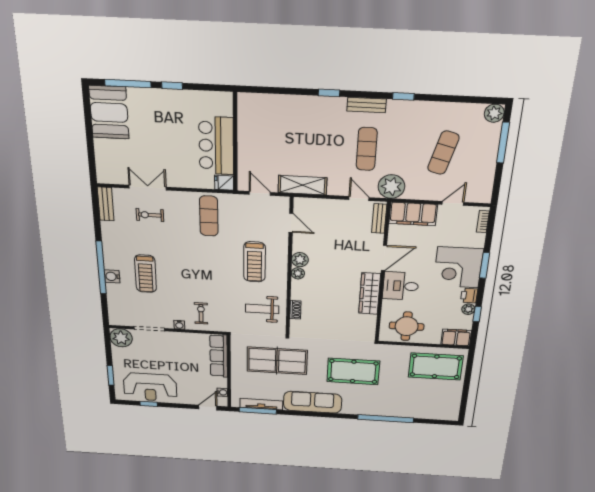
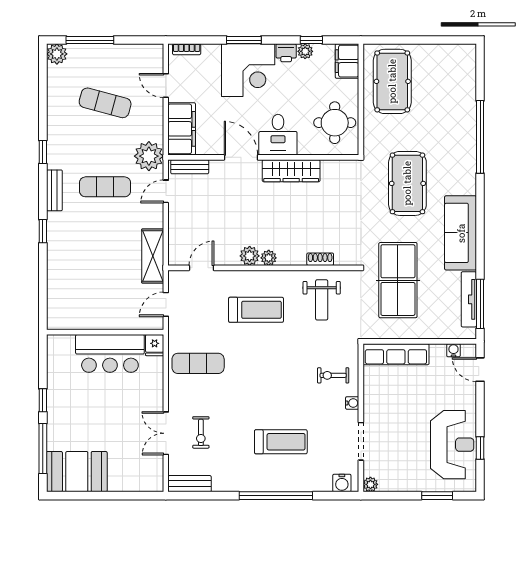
water cooler: (112, 276) -> (342, 483), moved
plant: (121, 338) -> (370, 484), width x0.53, depth x0.53

